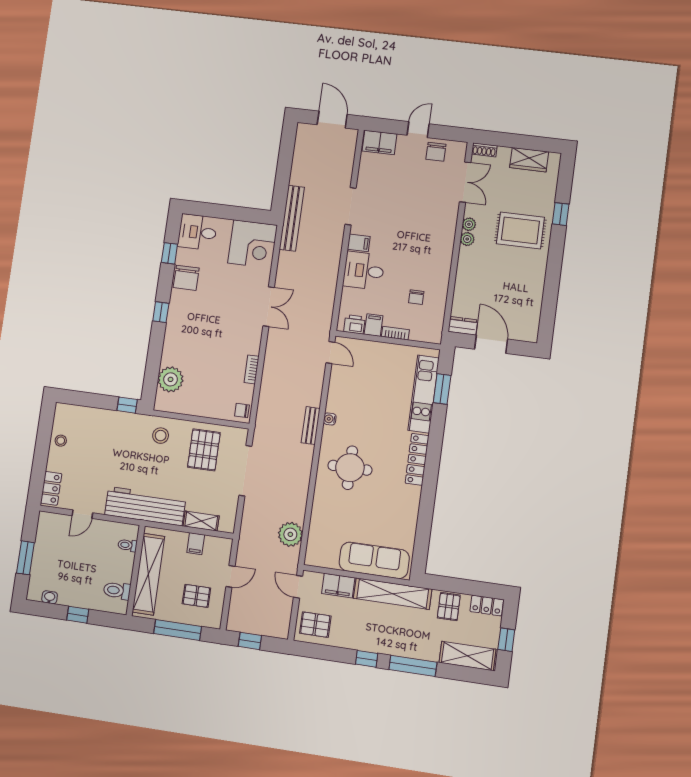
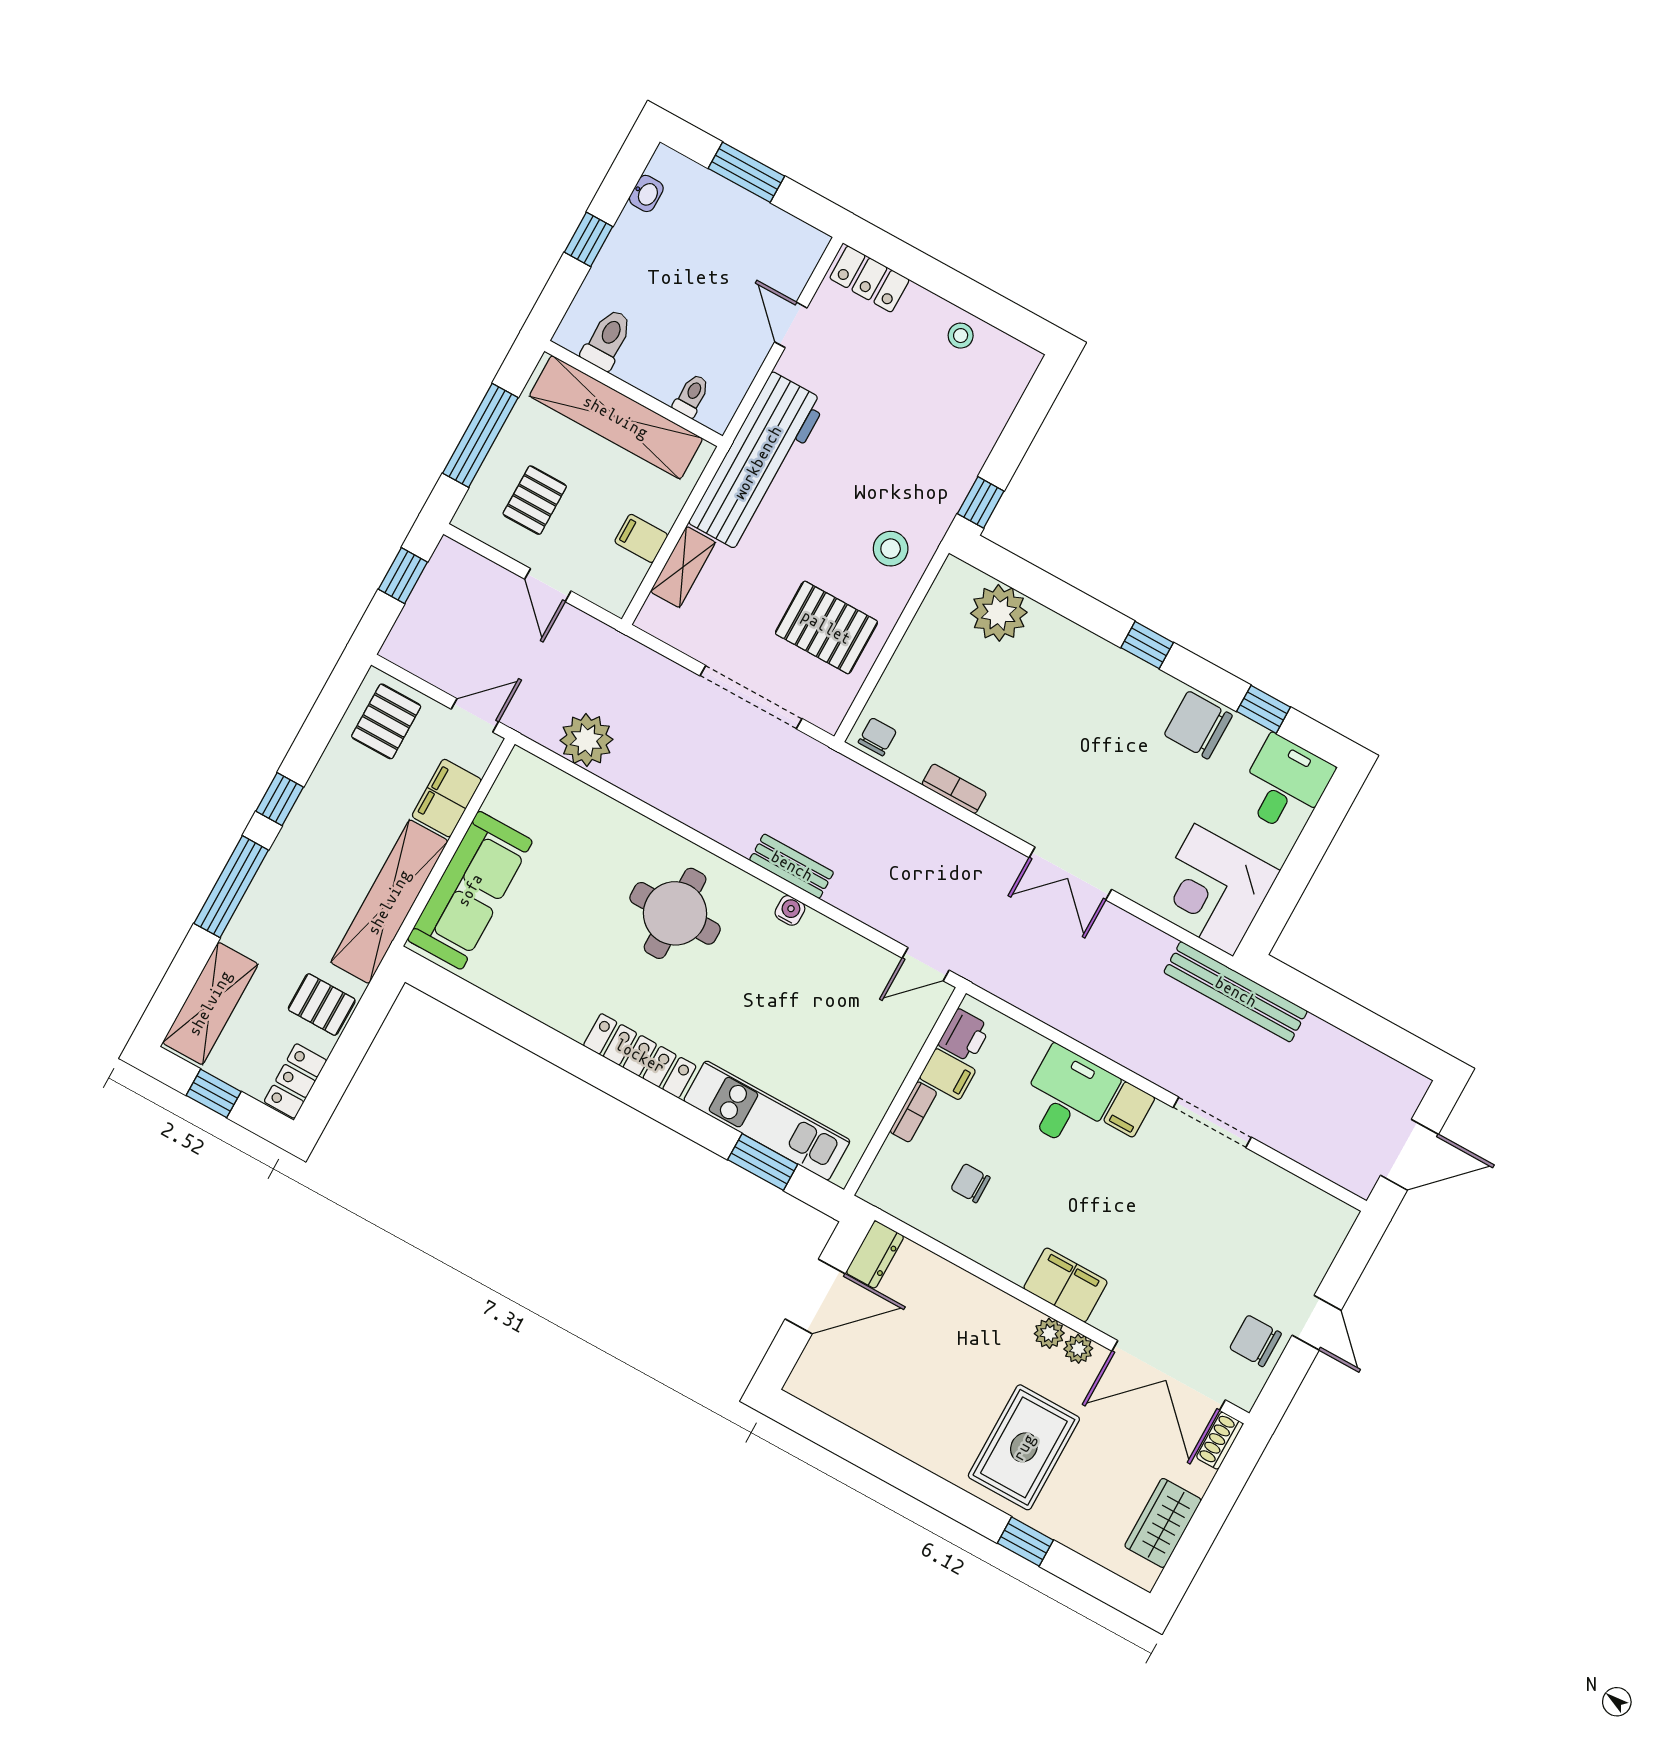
filing cabinet: (379, 142) -> (1065, 1285), moved, turned 90
double door: (465, 182) -> (1169, 1375), width x1.37

